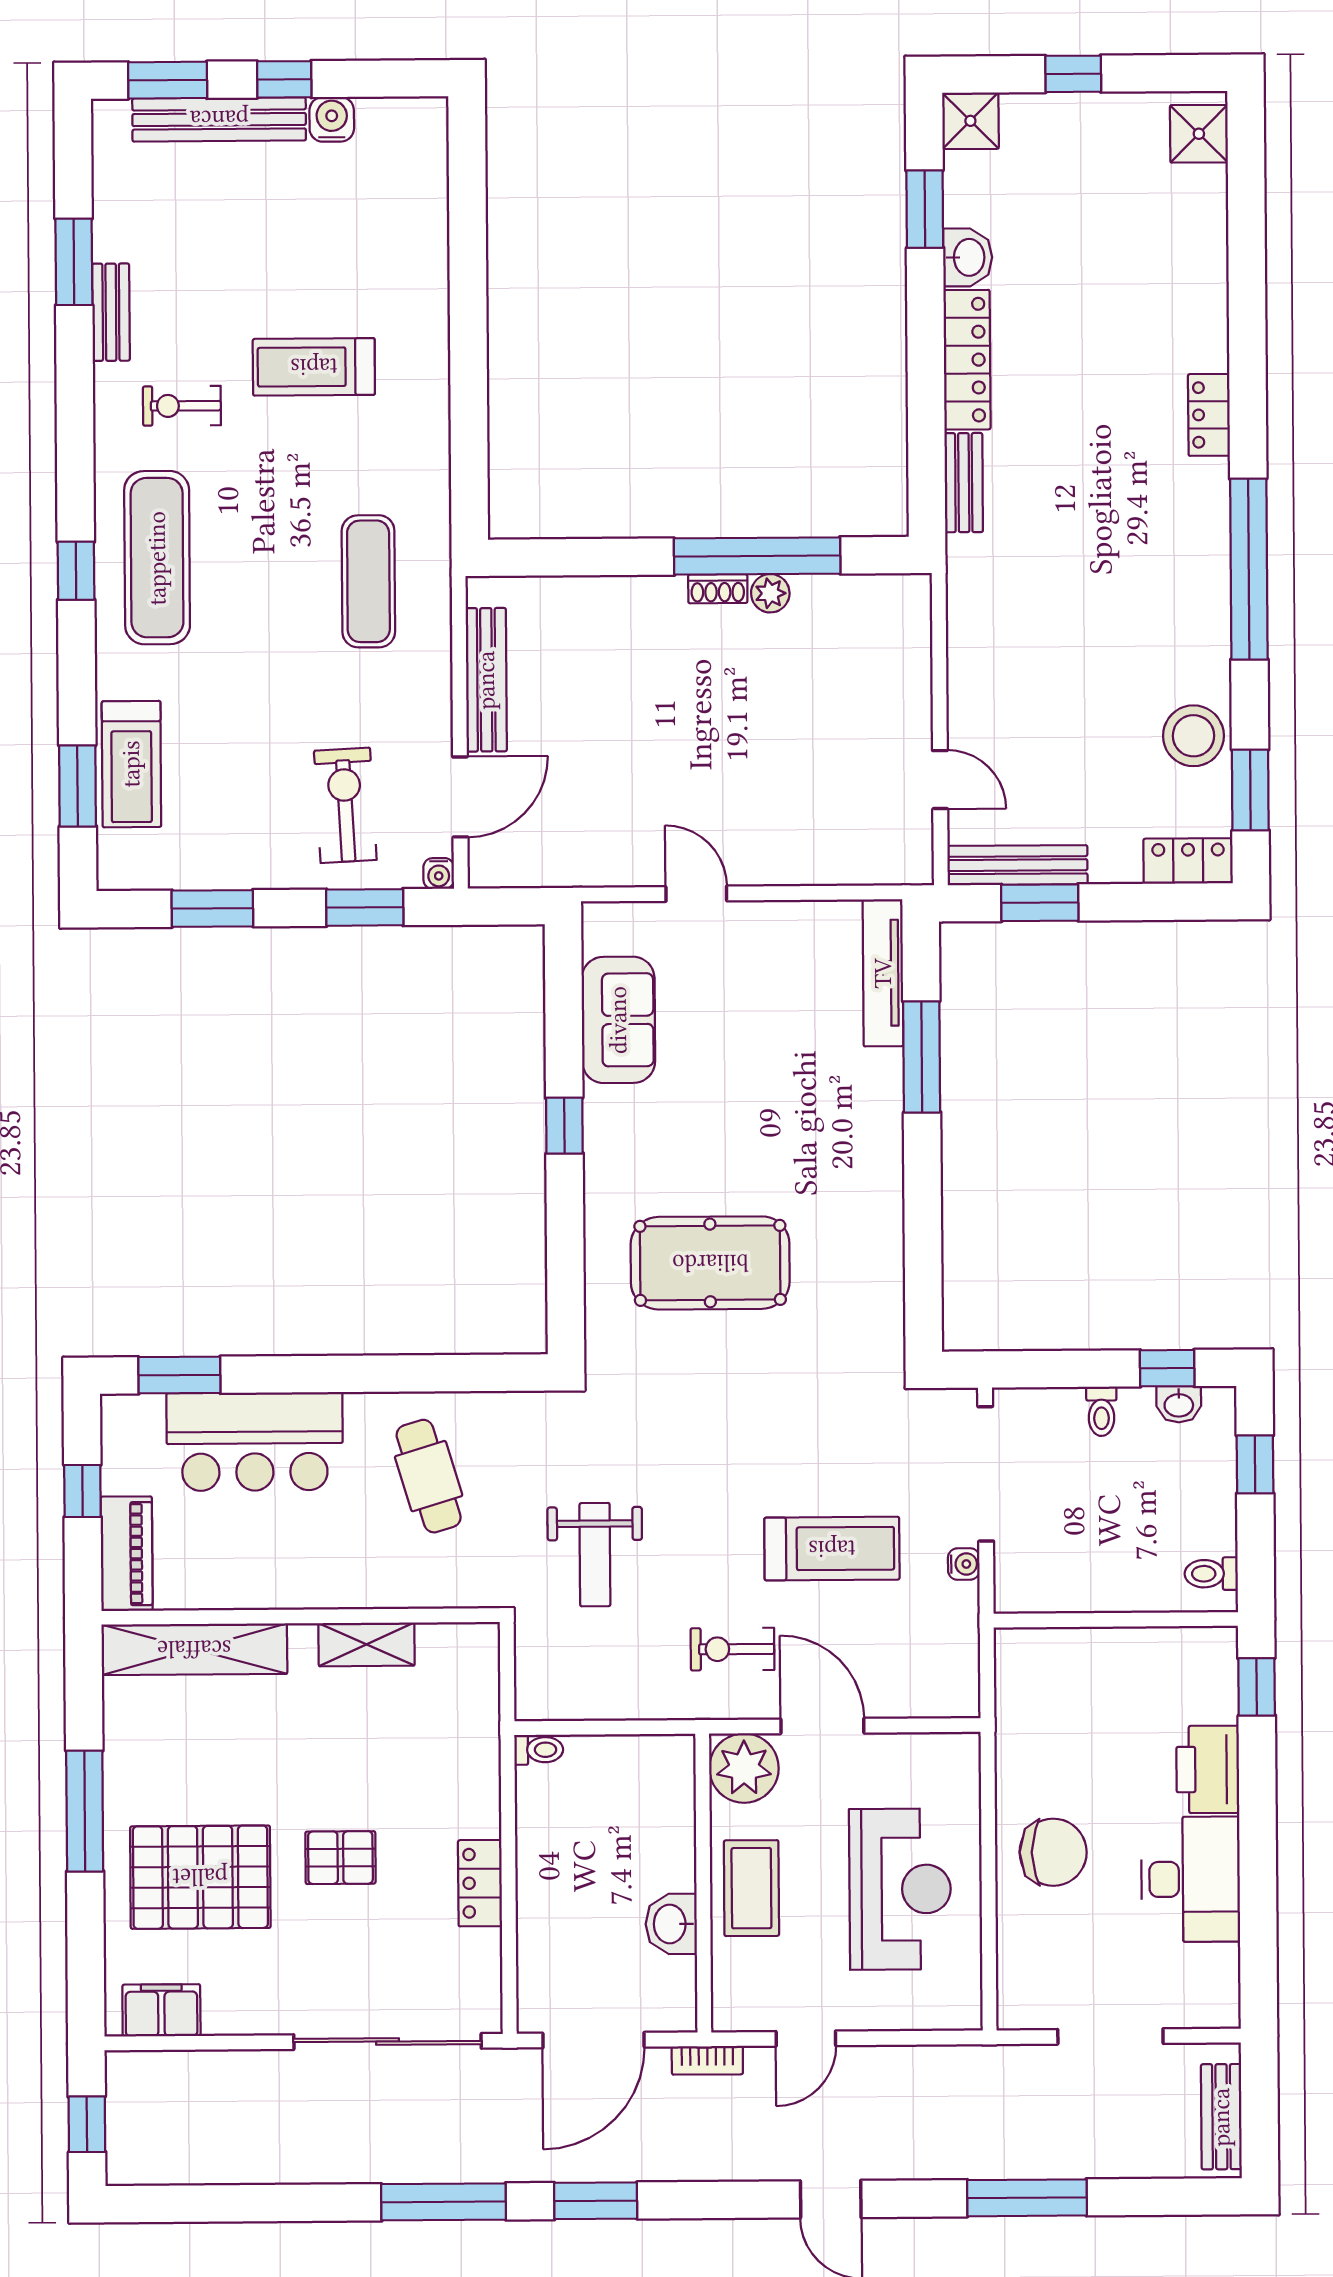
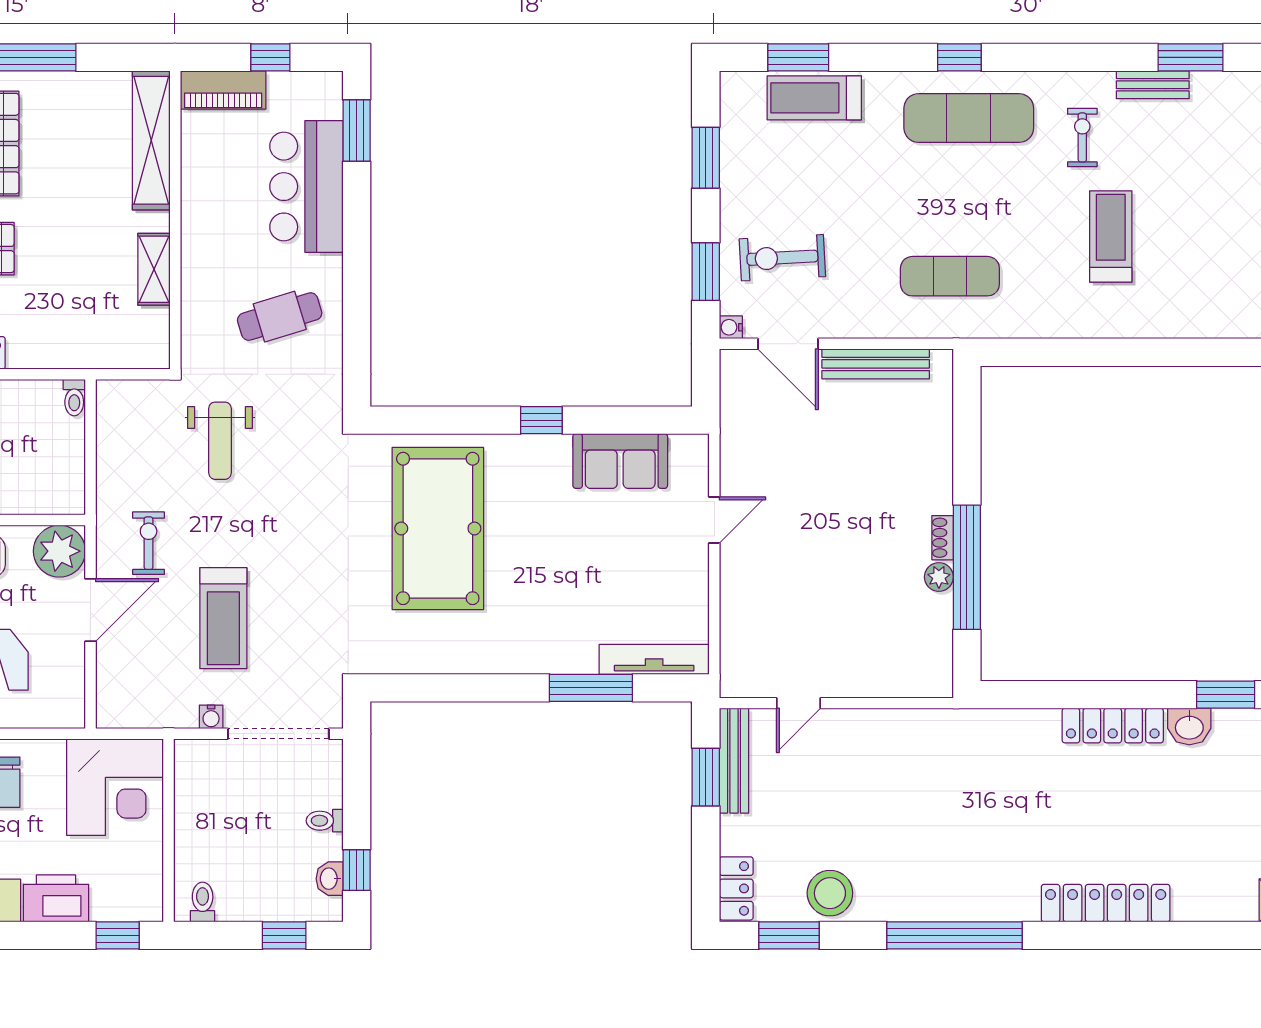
locker: (1209, 415) -> (1106, 903), width x2.16, depth x1.21
bench: (964, 483) -> (1021, 722), removed
exercise bike: (345, 805) -> (782, 258), turned 180
pool table: (710, 1263) -> (438, 528), width x1.36, depth x1.32
weight bench: (595, 1555) -> (220, 441), turned -90
corner desk: (1059, 1692) -> (115, 787), added

